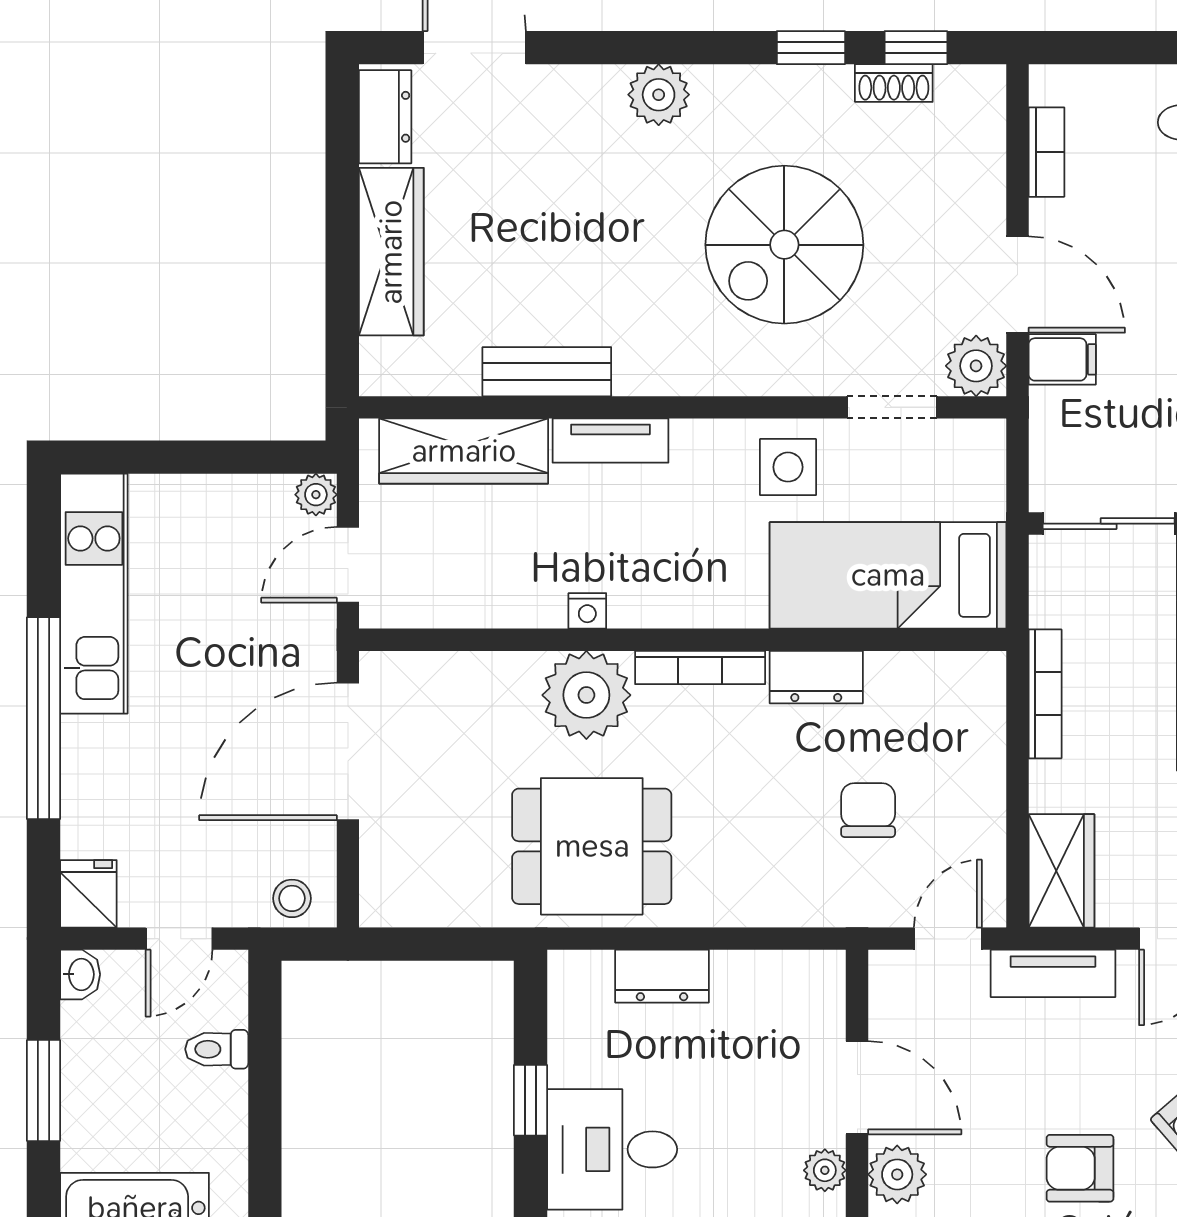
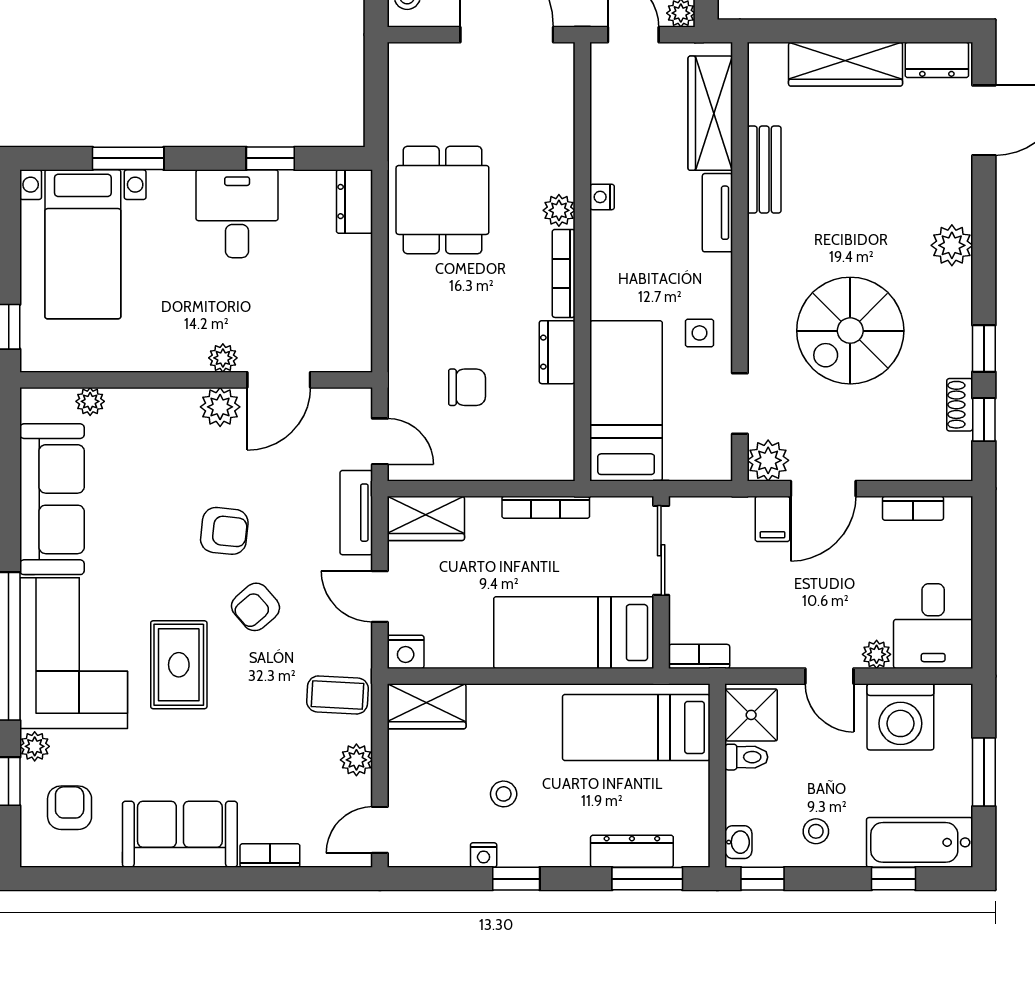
spiral stairs: (784, 245) -> (850, 331), turned -90
side table: (788, 467) -> (699, 333), width x0.73, depth x0.73
plant: (586, 695) -> (559, 210), width x0.53, depth x0.53
dresser: (662, 976) -> (355, 202), moved
armchair: (1080, 1168) -> (224, 531), turned 96

